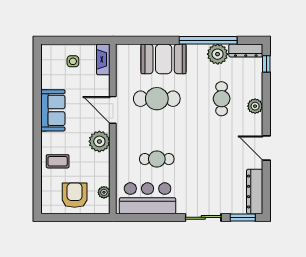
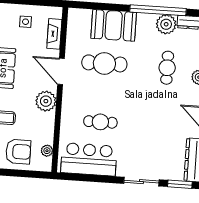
fireplace: (103, 59) -> (54, 34), moved
armchair: (75, 195) -> (18, 152), turned 90

